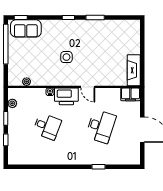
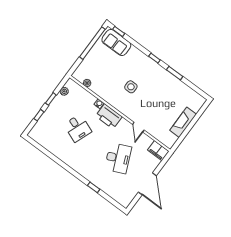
fireplace: (134, 70) -> (183, 122), moved
door: (88, 87) -> (138, 127), moved
desk: (101, 126) -> (118, 158), turned -42

